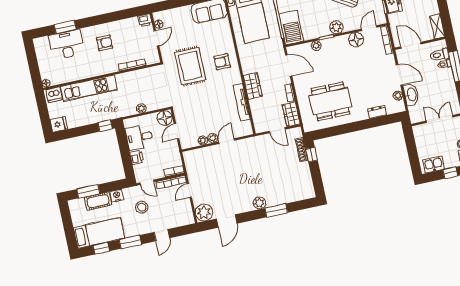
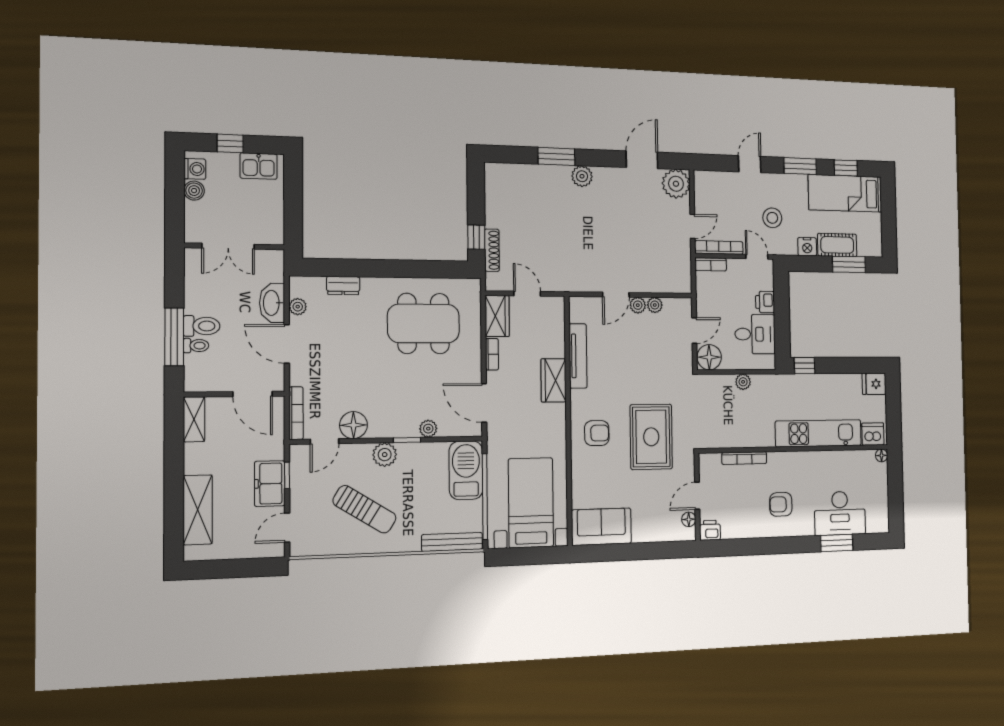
toilet: (439, 55) -> (202, 326), moved

